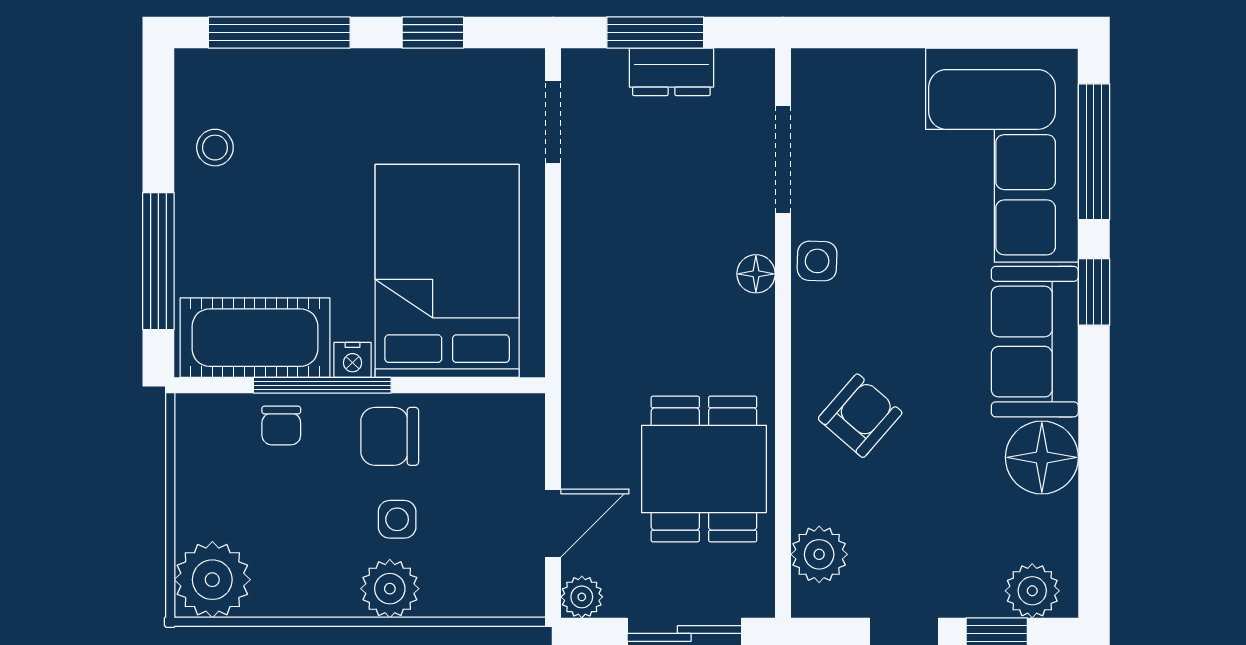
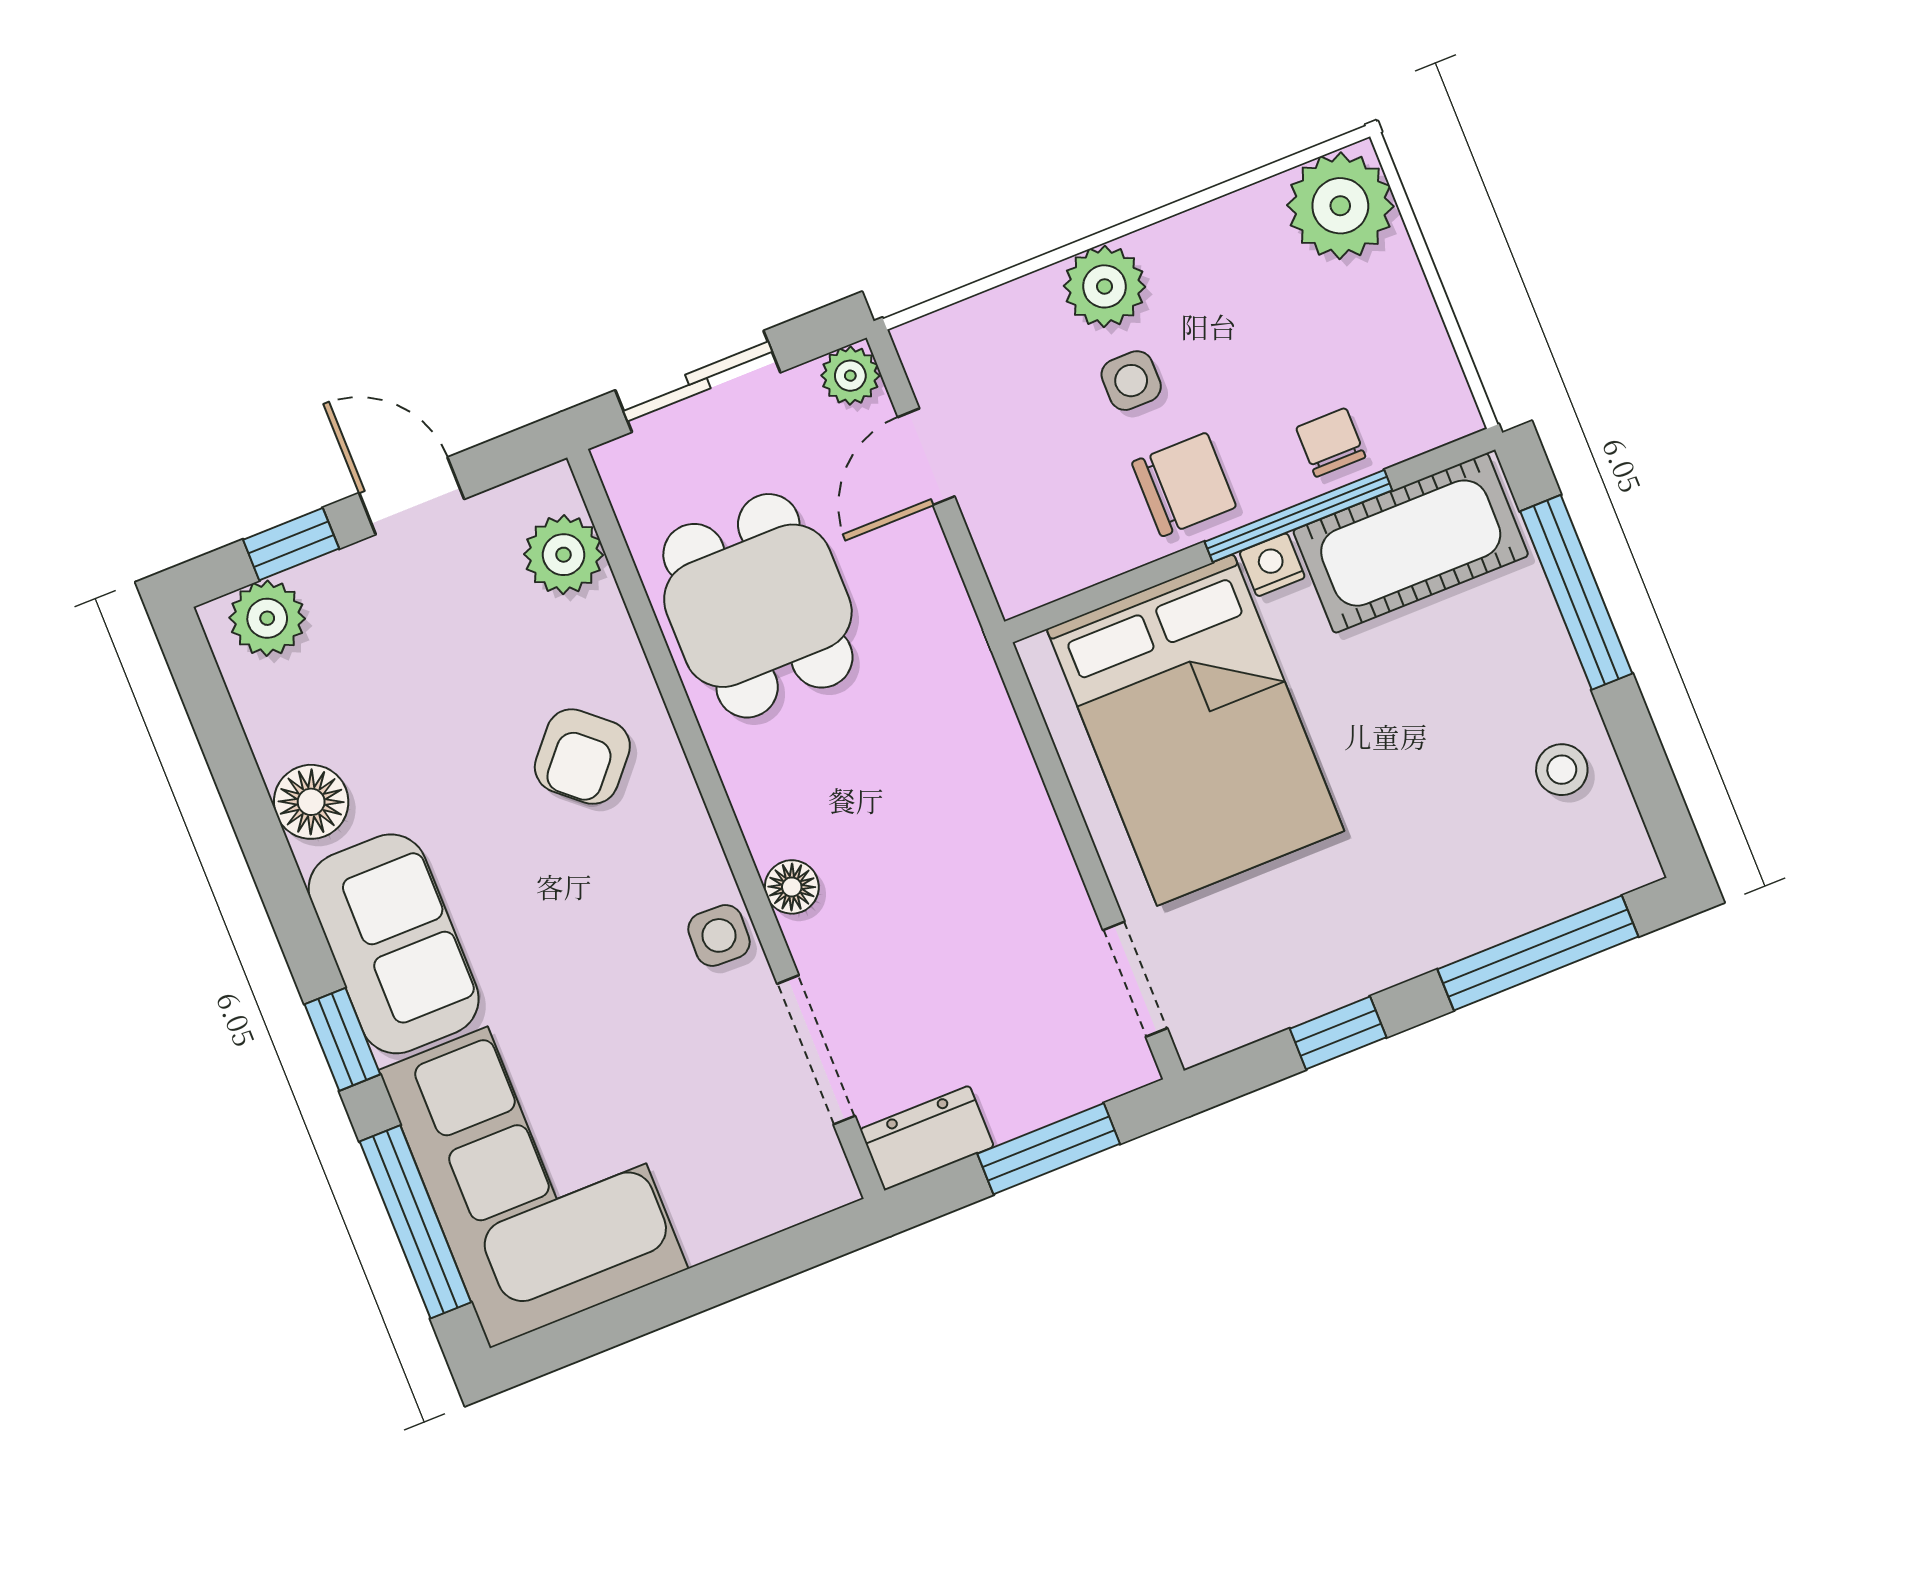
dresser: (671, 72) -> (927, 1138), moved
floor lamp: (1042, 457) -> (311, 802), width x0.73, depth x0.73

